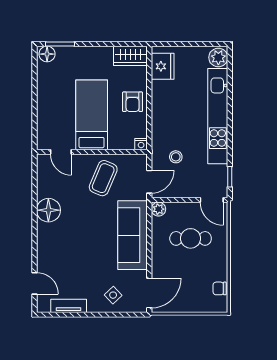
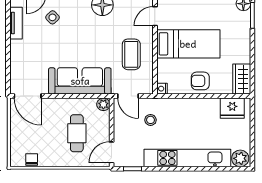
coffee table: (103, 178) -> (131, 54), turned 67
side table: (113, 295) -> (52, 17), moved

